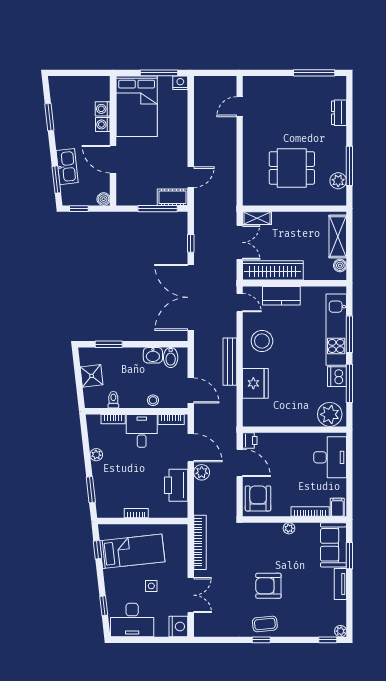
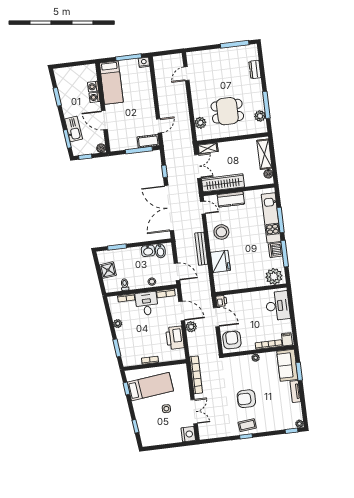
bed: (137, 106) -> (111, 83), width x0.67
plant: (251, 180) -> (200, 123), added
desk: (132, 620) -> (156, 434), removed

